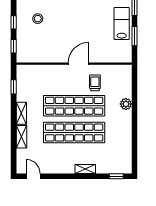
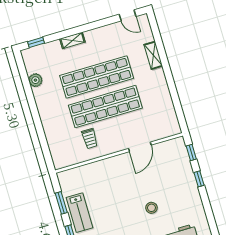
stool: (38, 19) -> (151, 208), moved
door: (79, 64) -> (140, 147), moved
window: (14, 87) -> (178, 108), removed
plant: (126, 104) -> (35, 80), moved
shelving: (21, 113) -> (161, 81), removed

